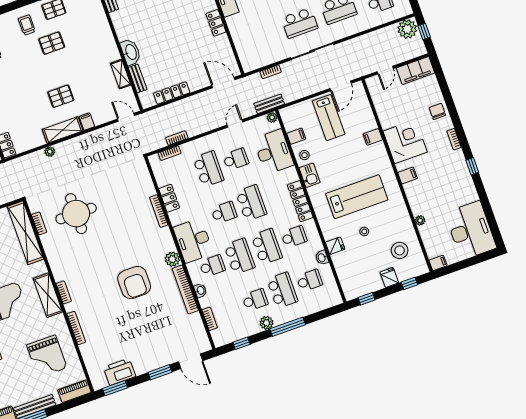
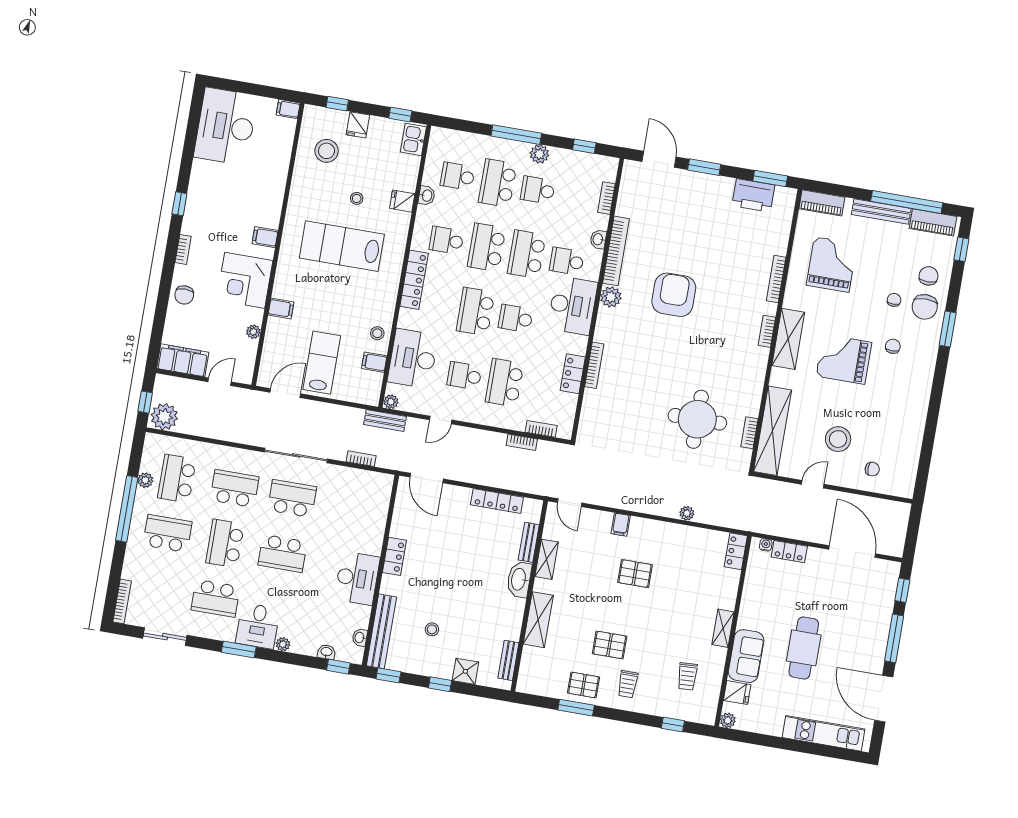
shelving: (63, 130) -> (538, 620), moved, turned 90
kitchen sink: (310, 175) -> (413, 139), moved
plant: (420, 220) -> (253, 332), moved

